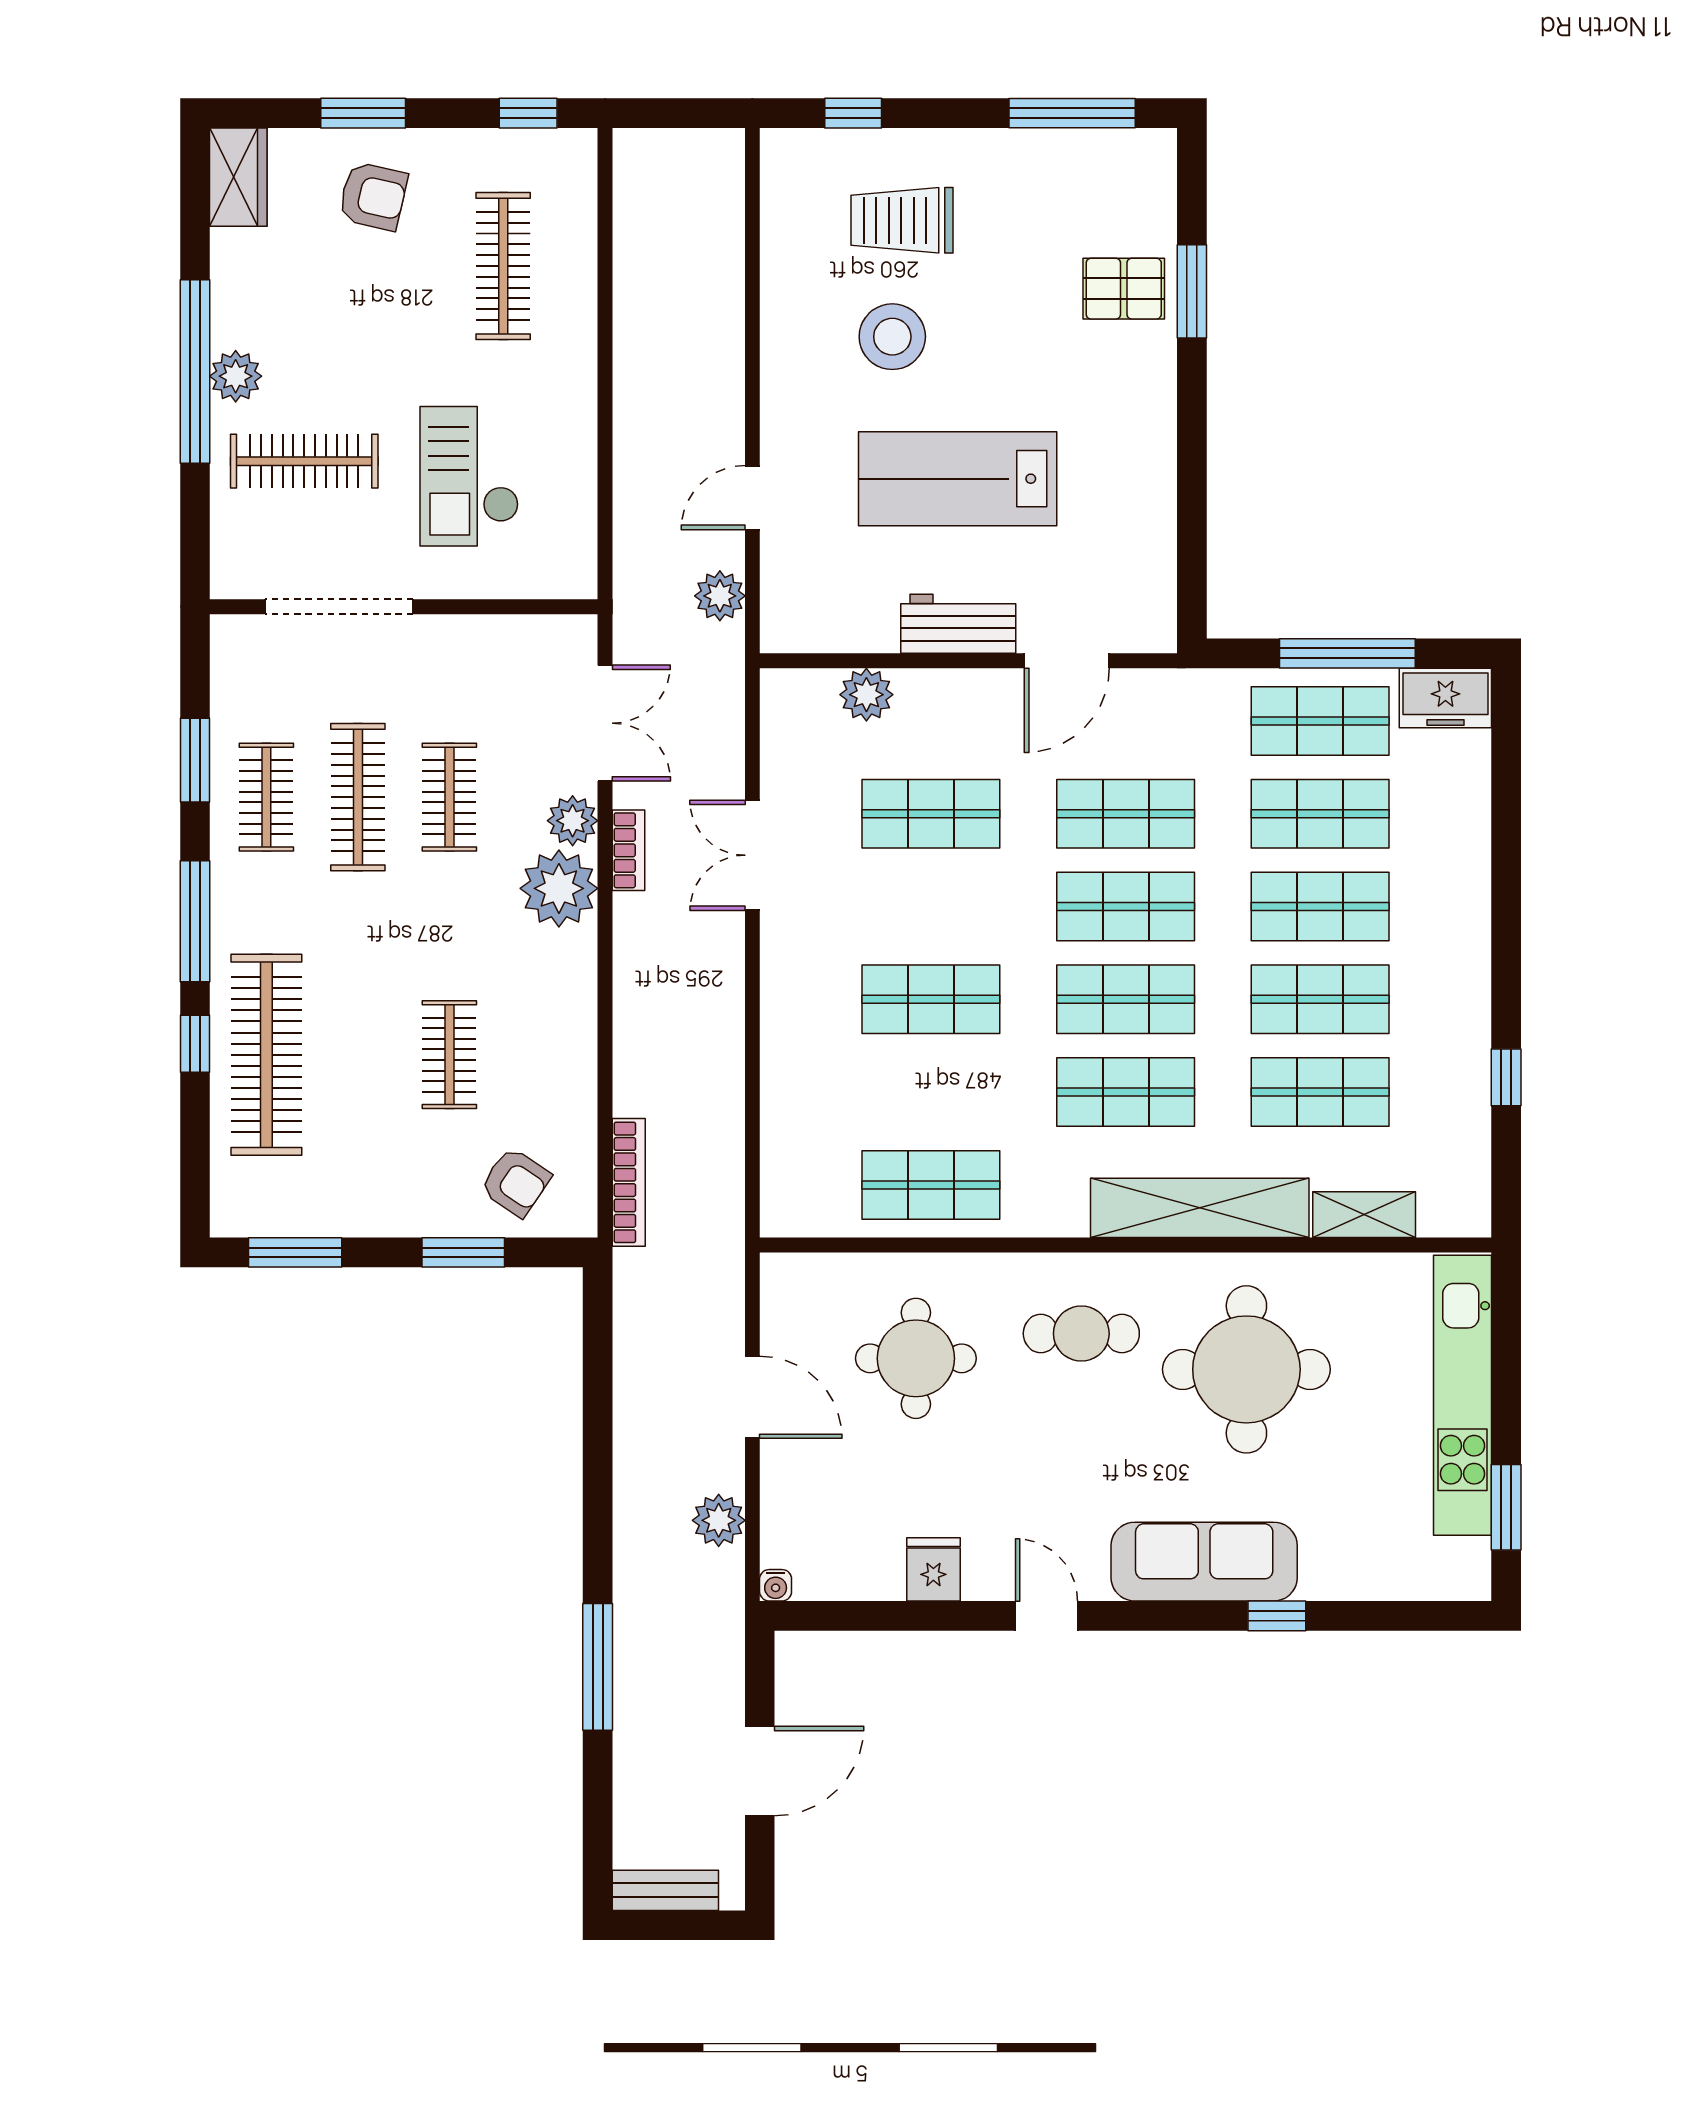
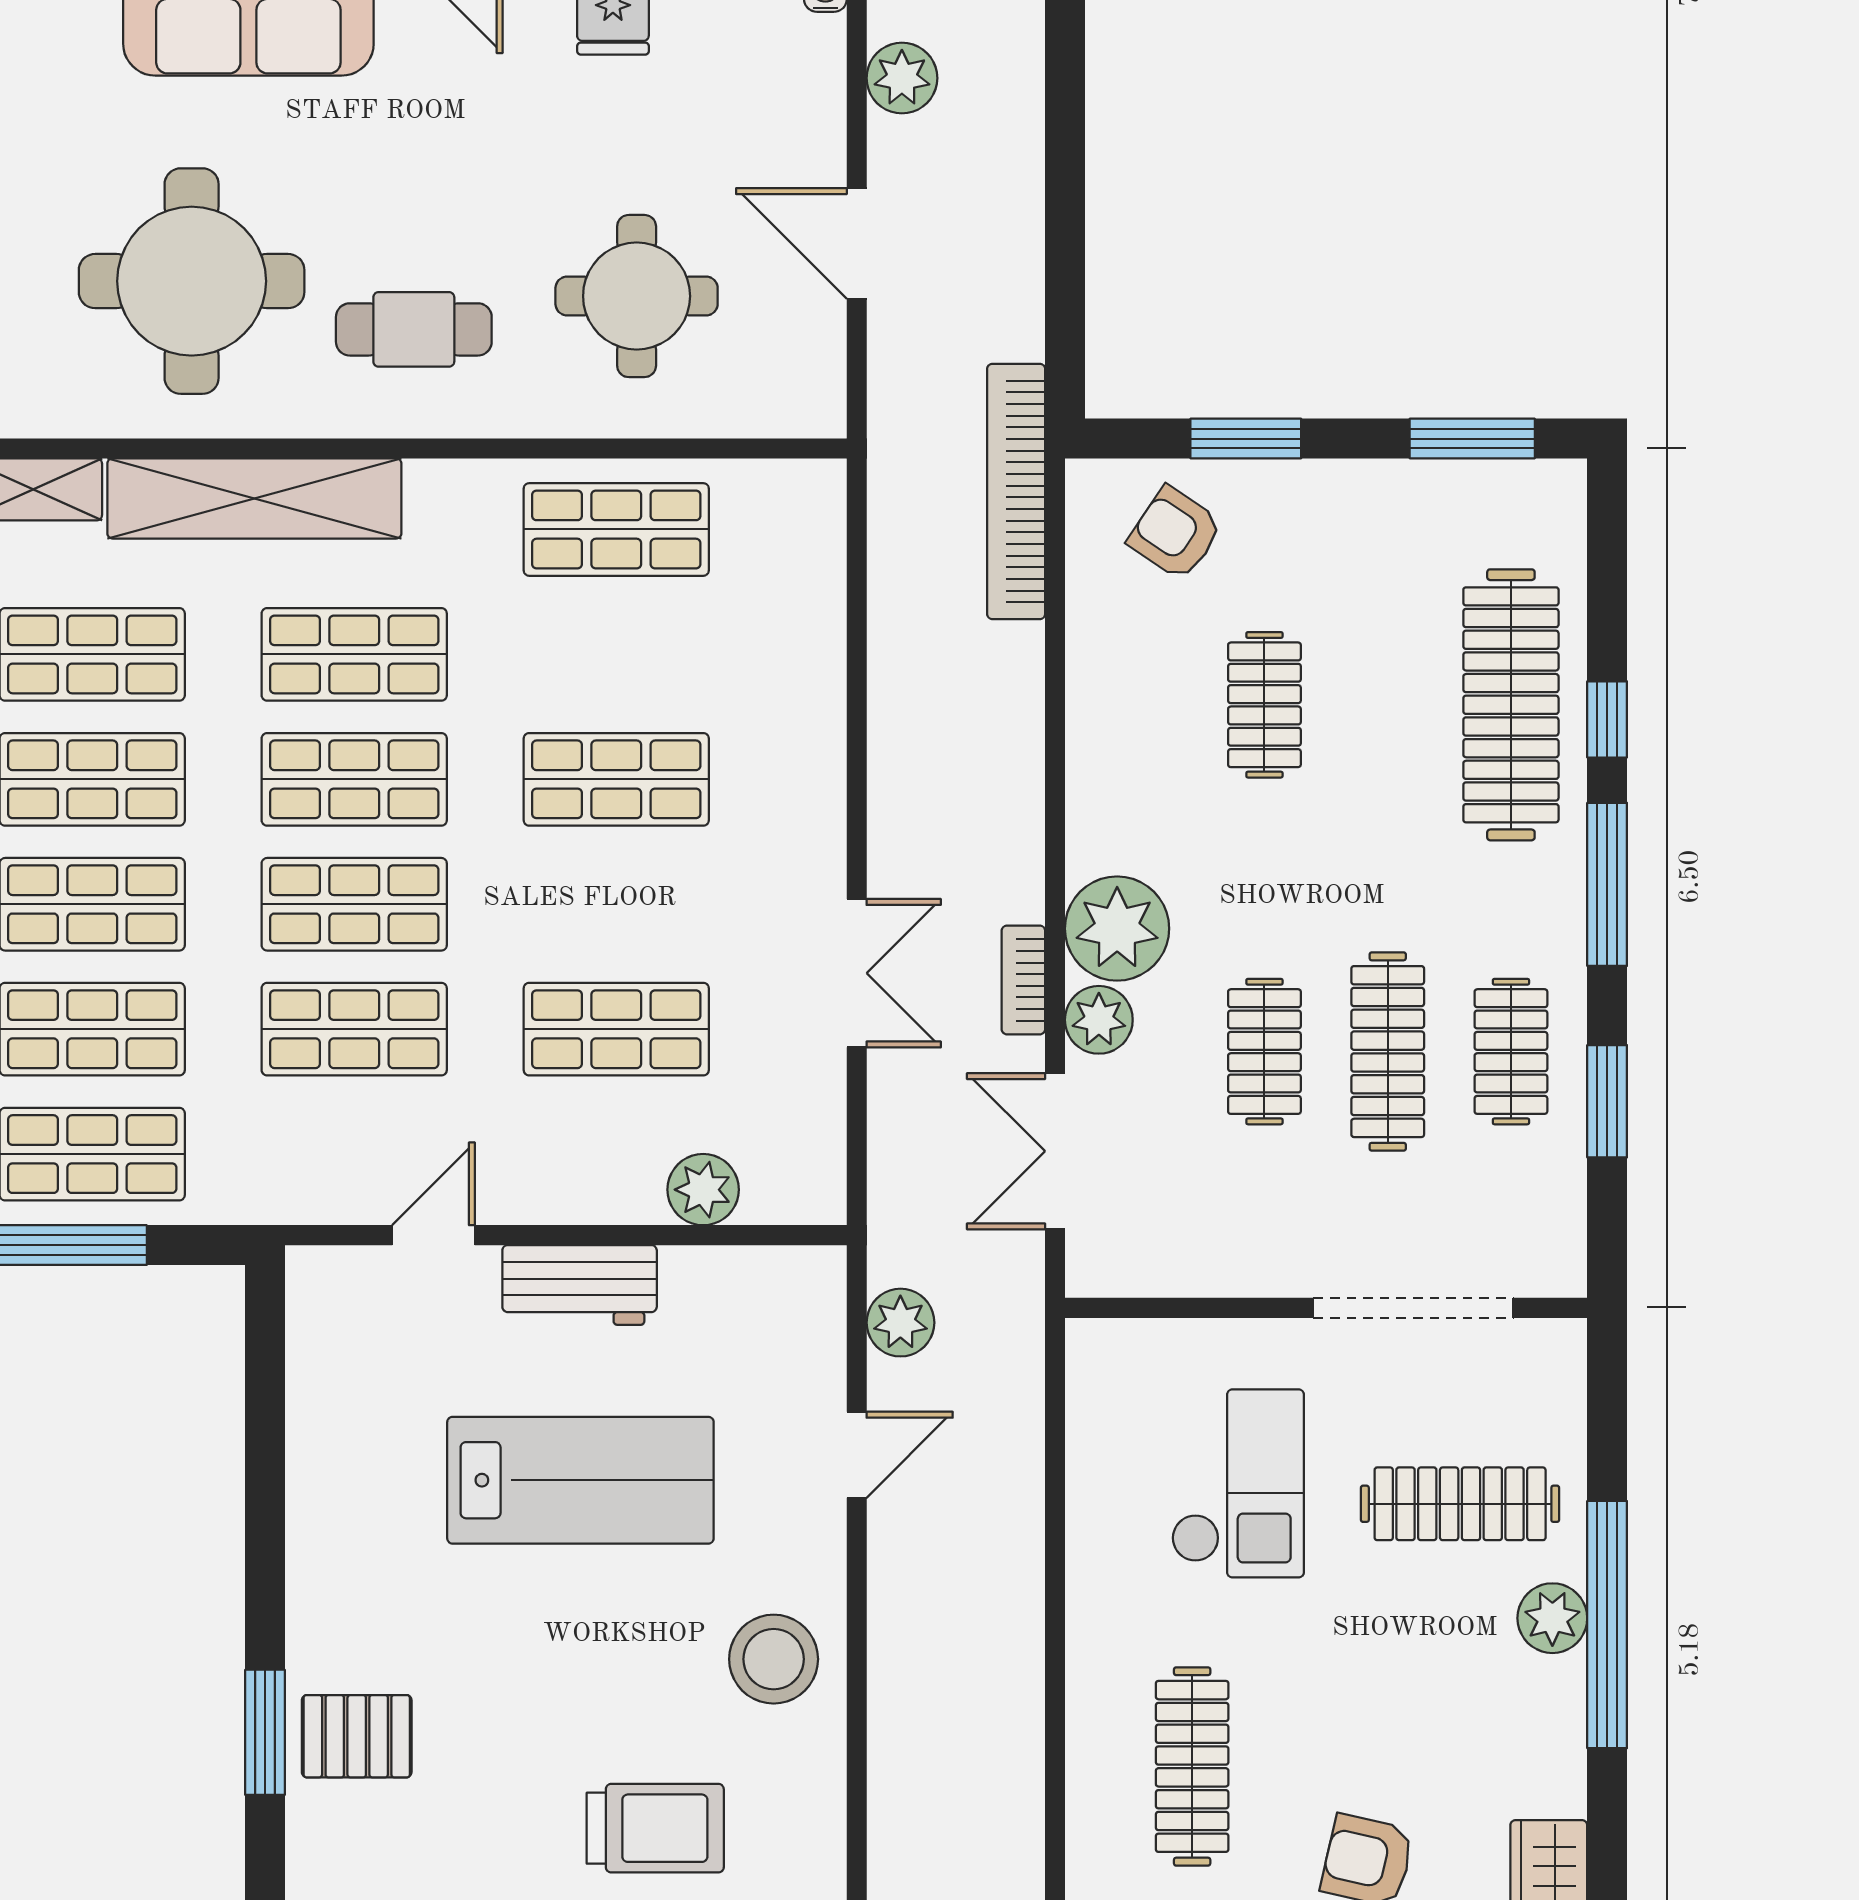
stool: (892, 337) -> (774, 1659), moved
door: (1067, 661) -> (433, 1235), width x0.73
bookcase: (629, 1182) -> (1016, 491), width x1.48, depth x1.31

